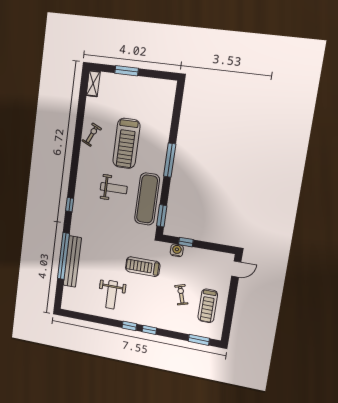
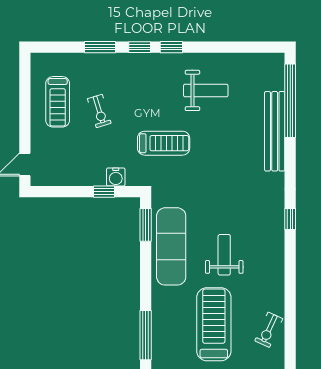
window: (170, 160) -> (146, 335), moved
weight bench: (114, 188) -> (224, 255), turned 90
window: (63, 256) -> (290, 101), moved
weight bench: (112, 295) -> (206, 90), turned 90
treadmill: (208, 306) -> (58, 102), turned 180
window: (199, 340) -> (100, 47), moved

